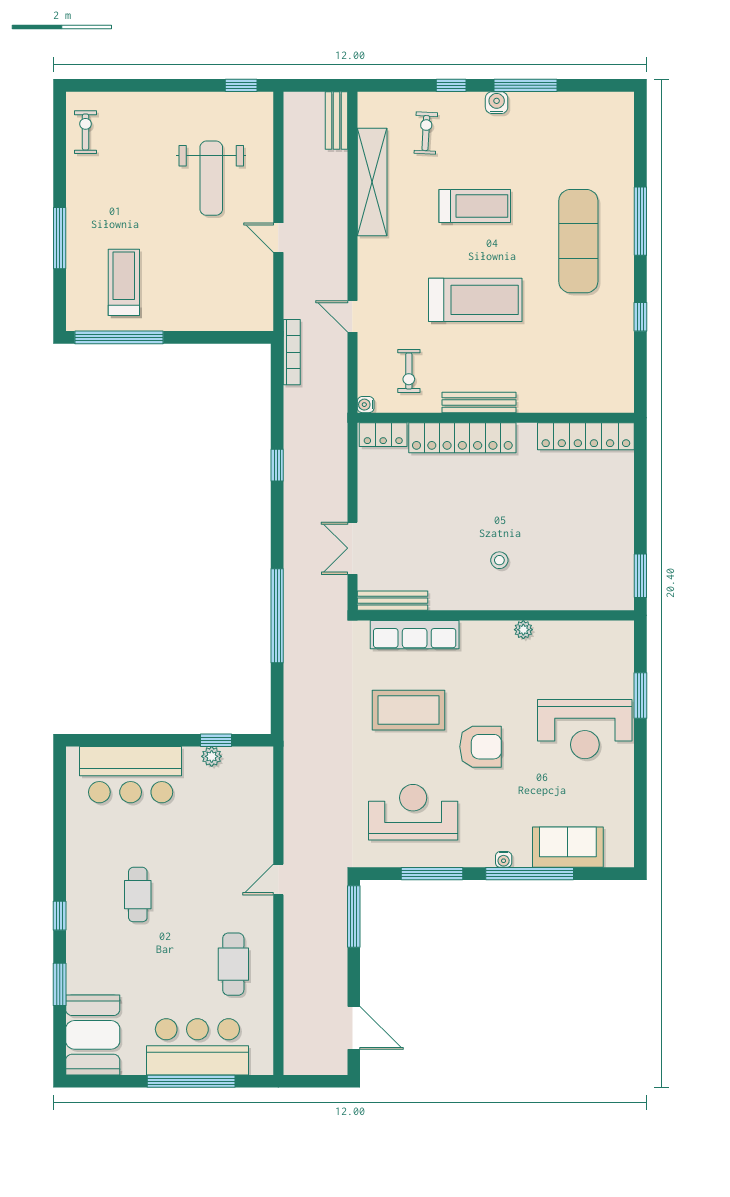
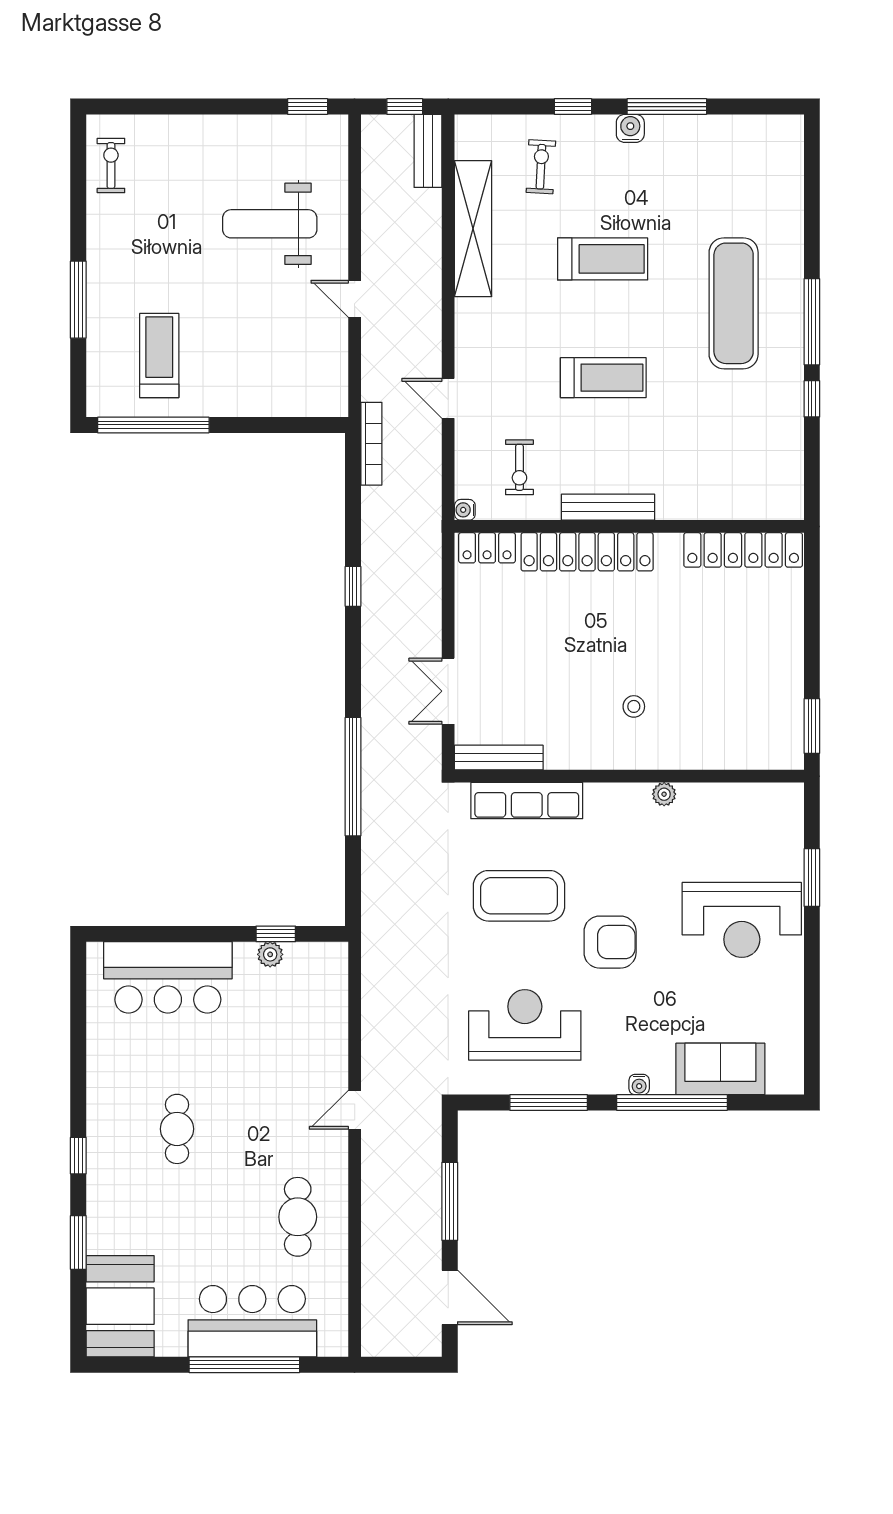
window: (318, 85) -> (405, 107), added
weight bench: (211, 178) -> (270, 224), turned 90
window: (640, 221) -> (812, 322), moved
treadmill: (475, 300) -> (603, 378), width x0.73, depth x0.73
window: (354, 917) -> (450, 1201), moved

